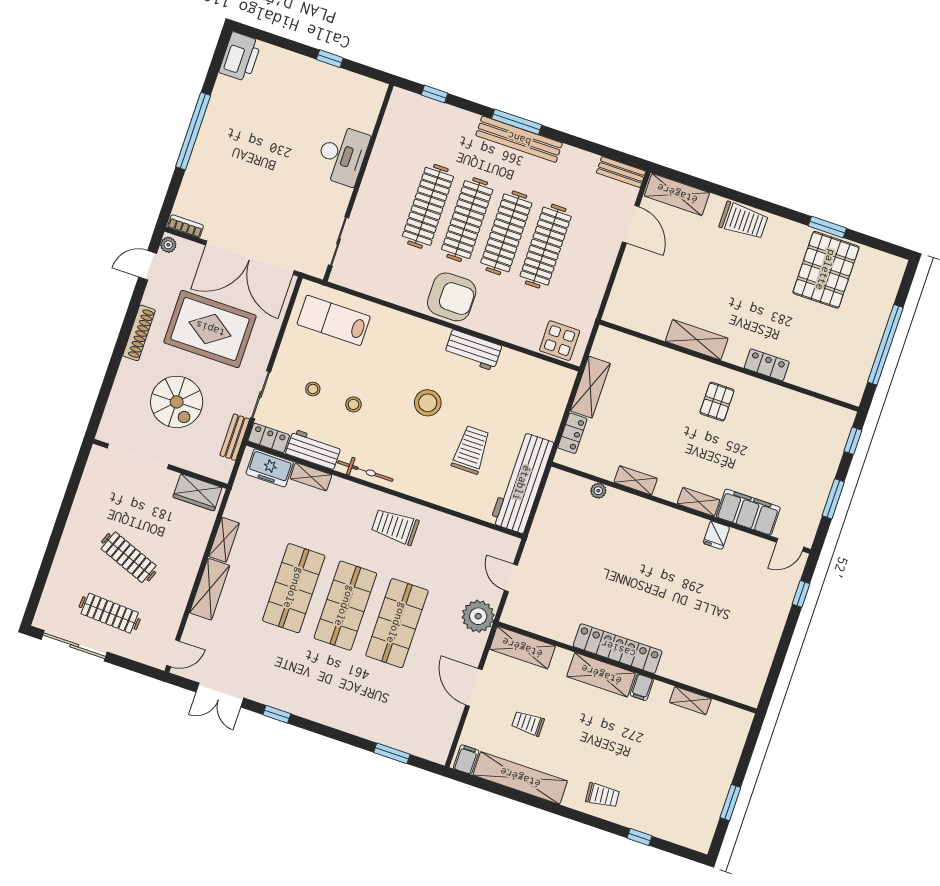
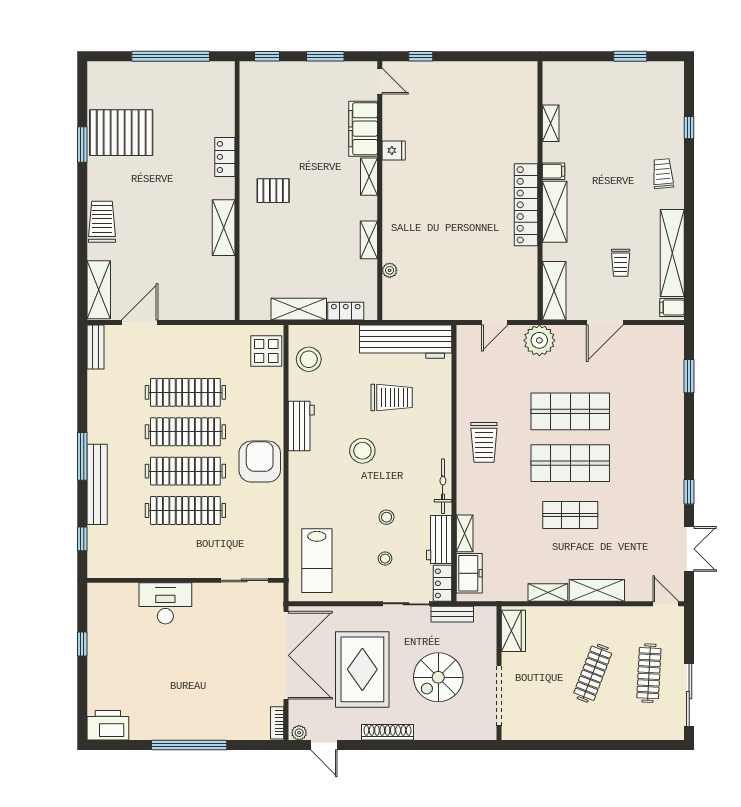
bench: (519, 139) -> (97, 484), moved
stool: (537, 380) -> (309, 359), added
spiral stairs: (177, 402) -> (438, 677), turned 180
trolley: (471, 450) -> (392, 397), turned 180
shop shelf: (294, 588) -> (570, 515), width x0.70, depth x0.74

